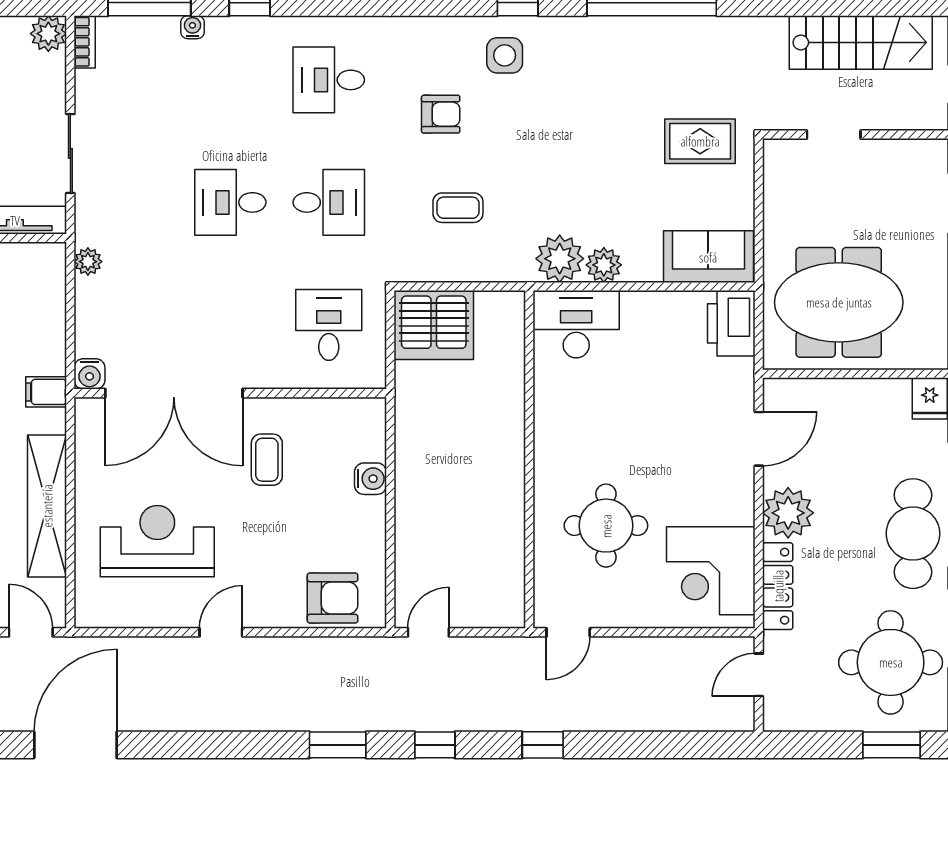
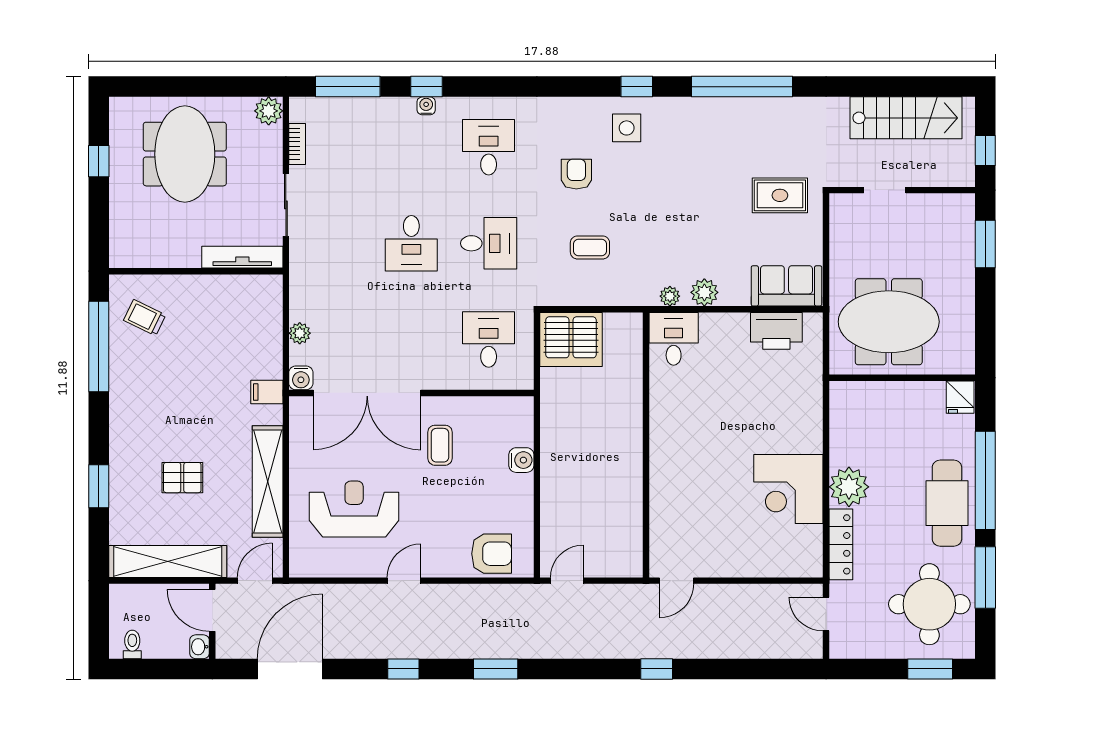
water cooler: (192, 27) -> (426, 106), moved
bookcase: (85, 42) -> (297, 144), moved
desk: (329, 80) -> (489, 147), turned 90
armchair: (441, 114) -> (576, 174), turned -90
desk: (230, 202) -> (411, 243), turned -90
plant: (560, 259) -> (670, 296), width x0.53, depth x0.53
plant: (88, 262) -> (300, 333), moved
printer: (731, 323) -> (776, 331), moved, turned -90
desk: (576, 324) -> (674, 339), width x0.73
door: (759, 439) -> (826, 429), removed
round table: (606, 526) -> (706, 497), removed
corner desk: (711, 571) -> (788, 489), moved
door: (31, 632) -> (255, 581), hinge flipped
door: (759, 675) -> (826, 614), hinge flipped
window: (435, 745) -> (403, 669), moved

